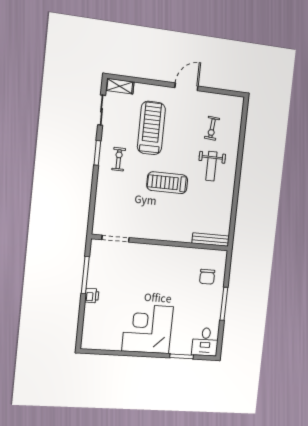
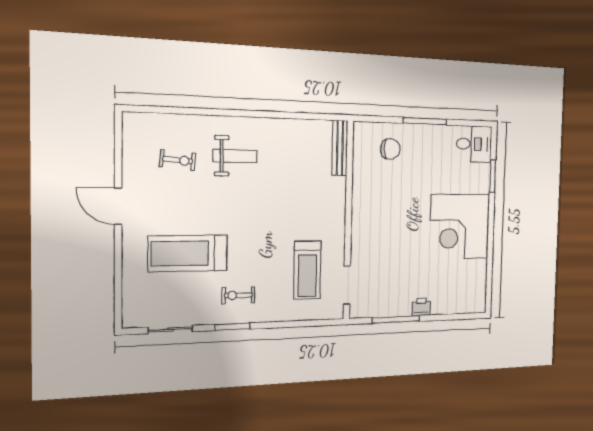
shelving: (120, 86) -> (131, 308), removed
treadmill: (167, 183) -> (307, 270), moved

